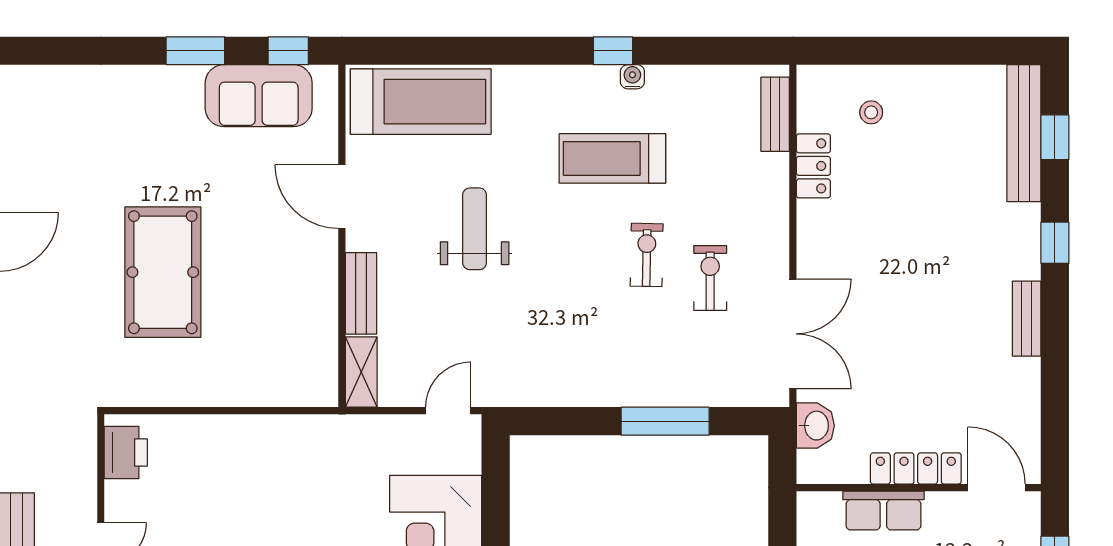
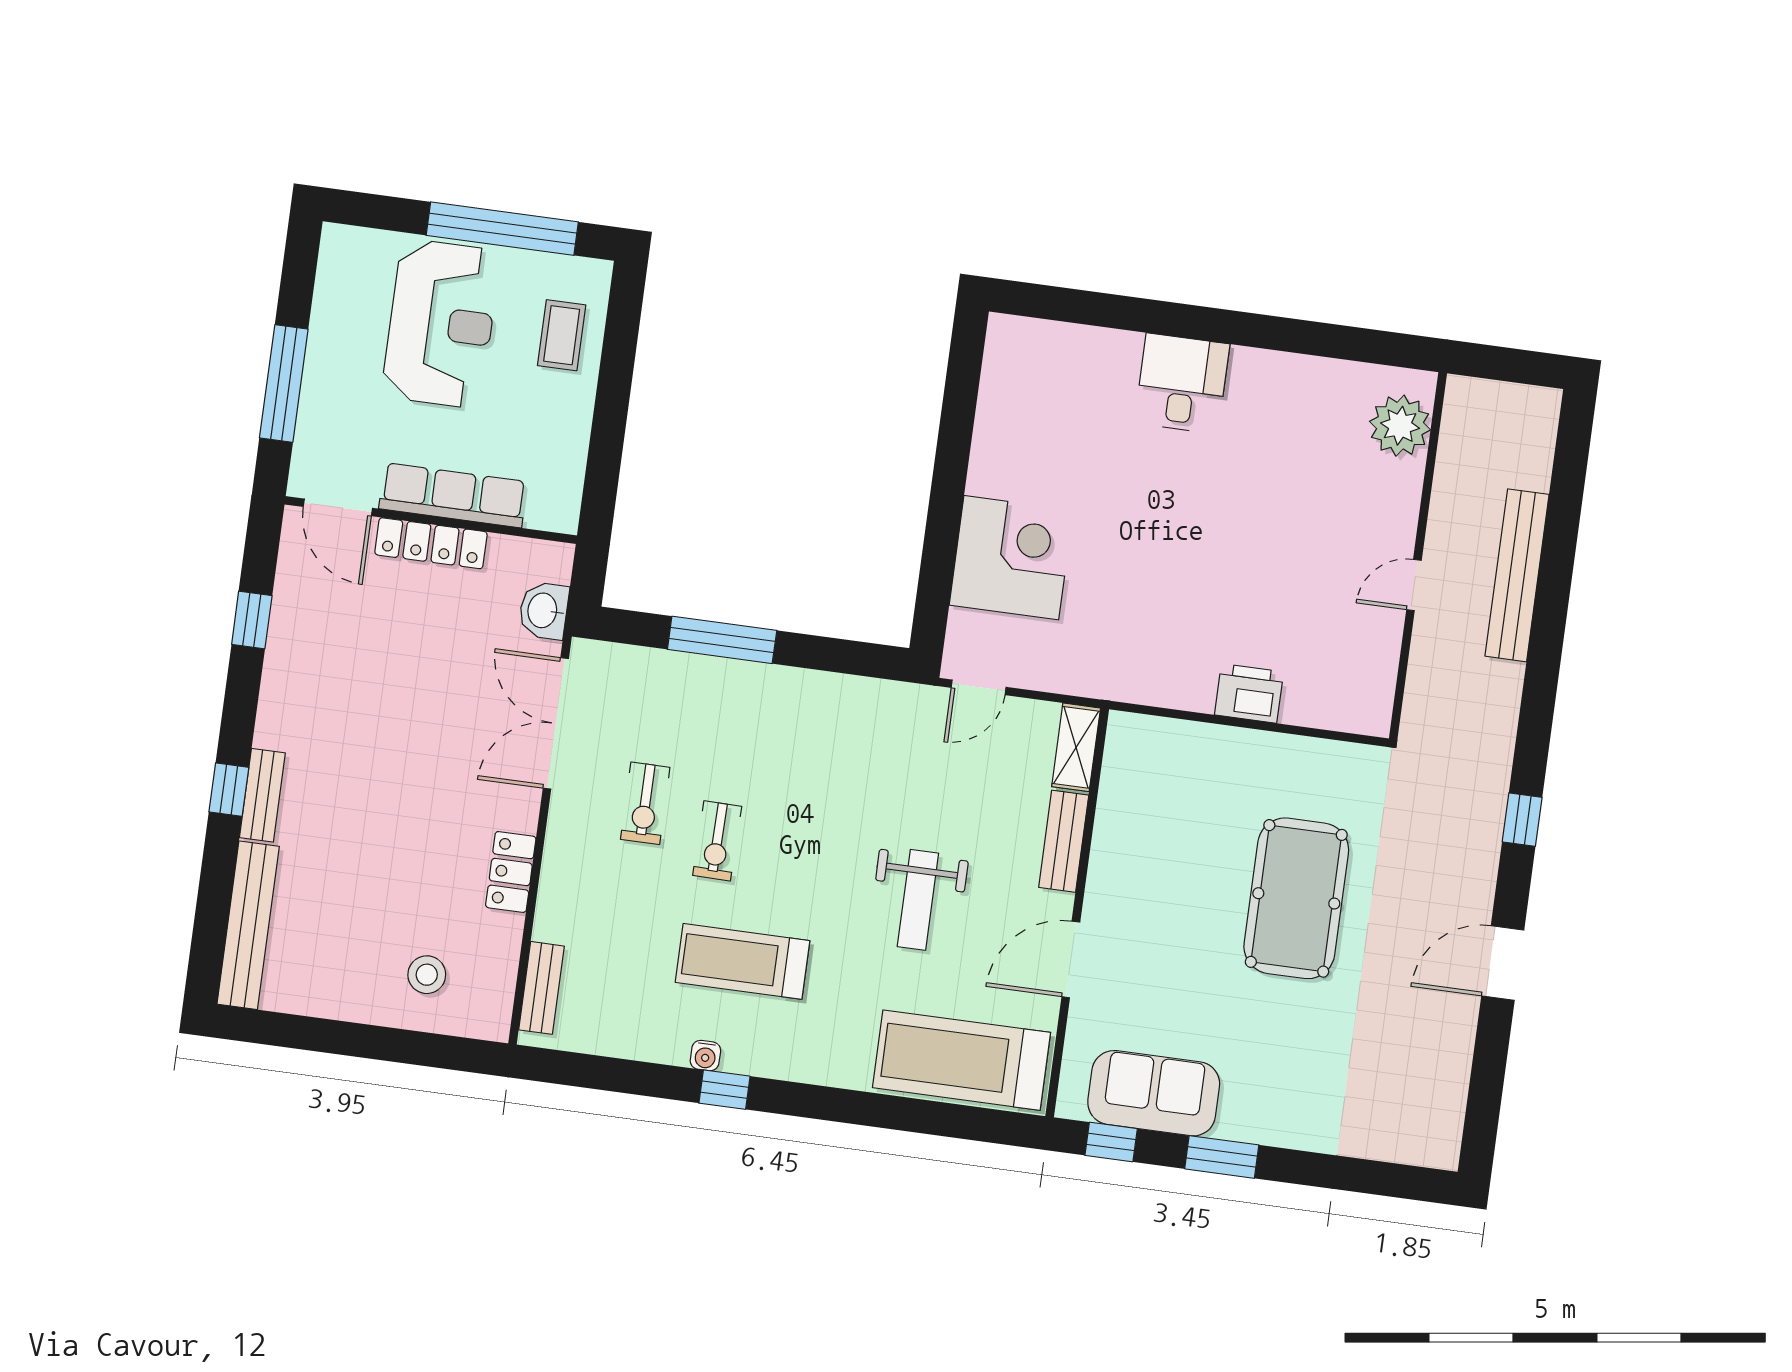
stool: (871, 112) -> (427, 975), width x1.37, depth x1.37
window: (1055, 137) -> (252, 620), moved
treadmill: (612, 158) -> (742, 961), turned 180
locker: (813, 166) -> (511, 872), moved
door: (342, 197) -> (1071, 959), swing flipped
bench: (1027, 319) -> (262, 795), moved
printer: (126, 452) -> (1249, 693), moved, turned 90
row of seats: (883, 511) -> (453, 495), width x1.48

